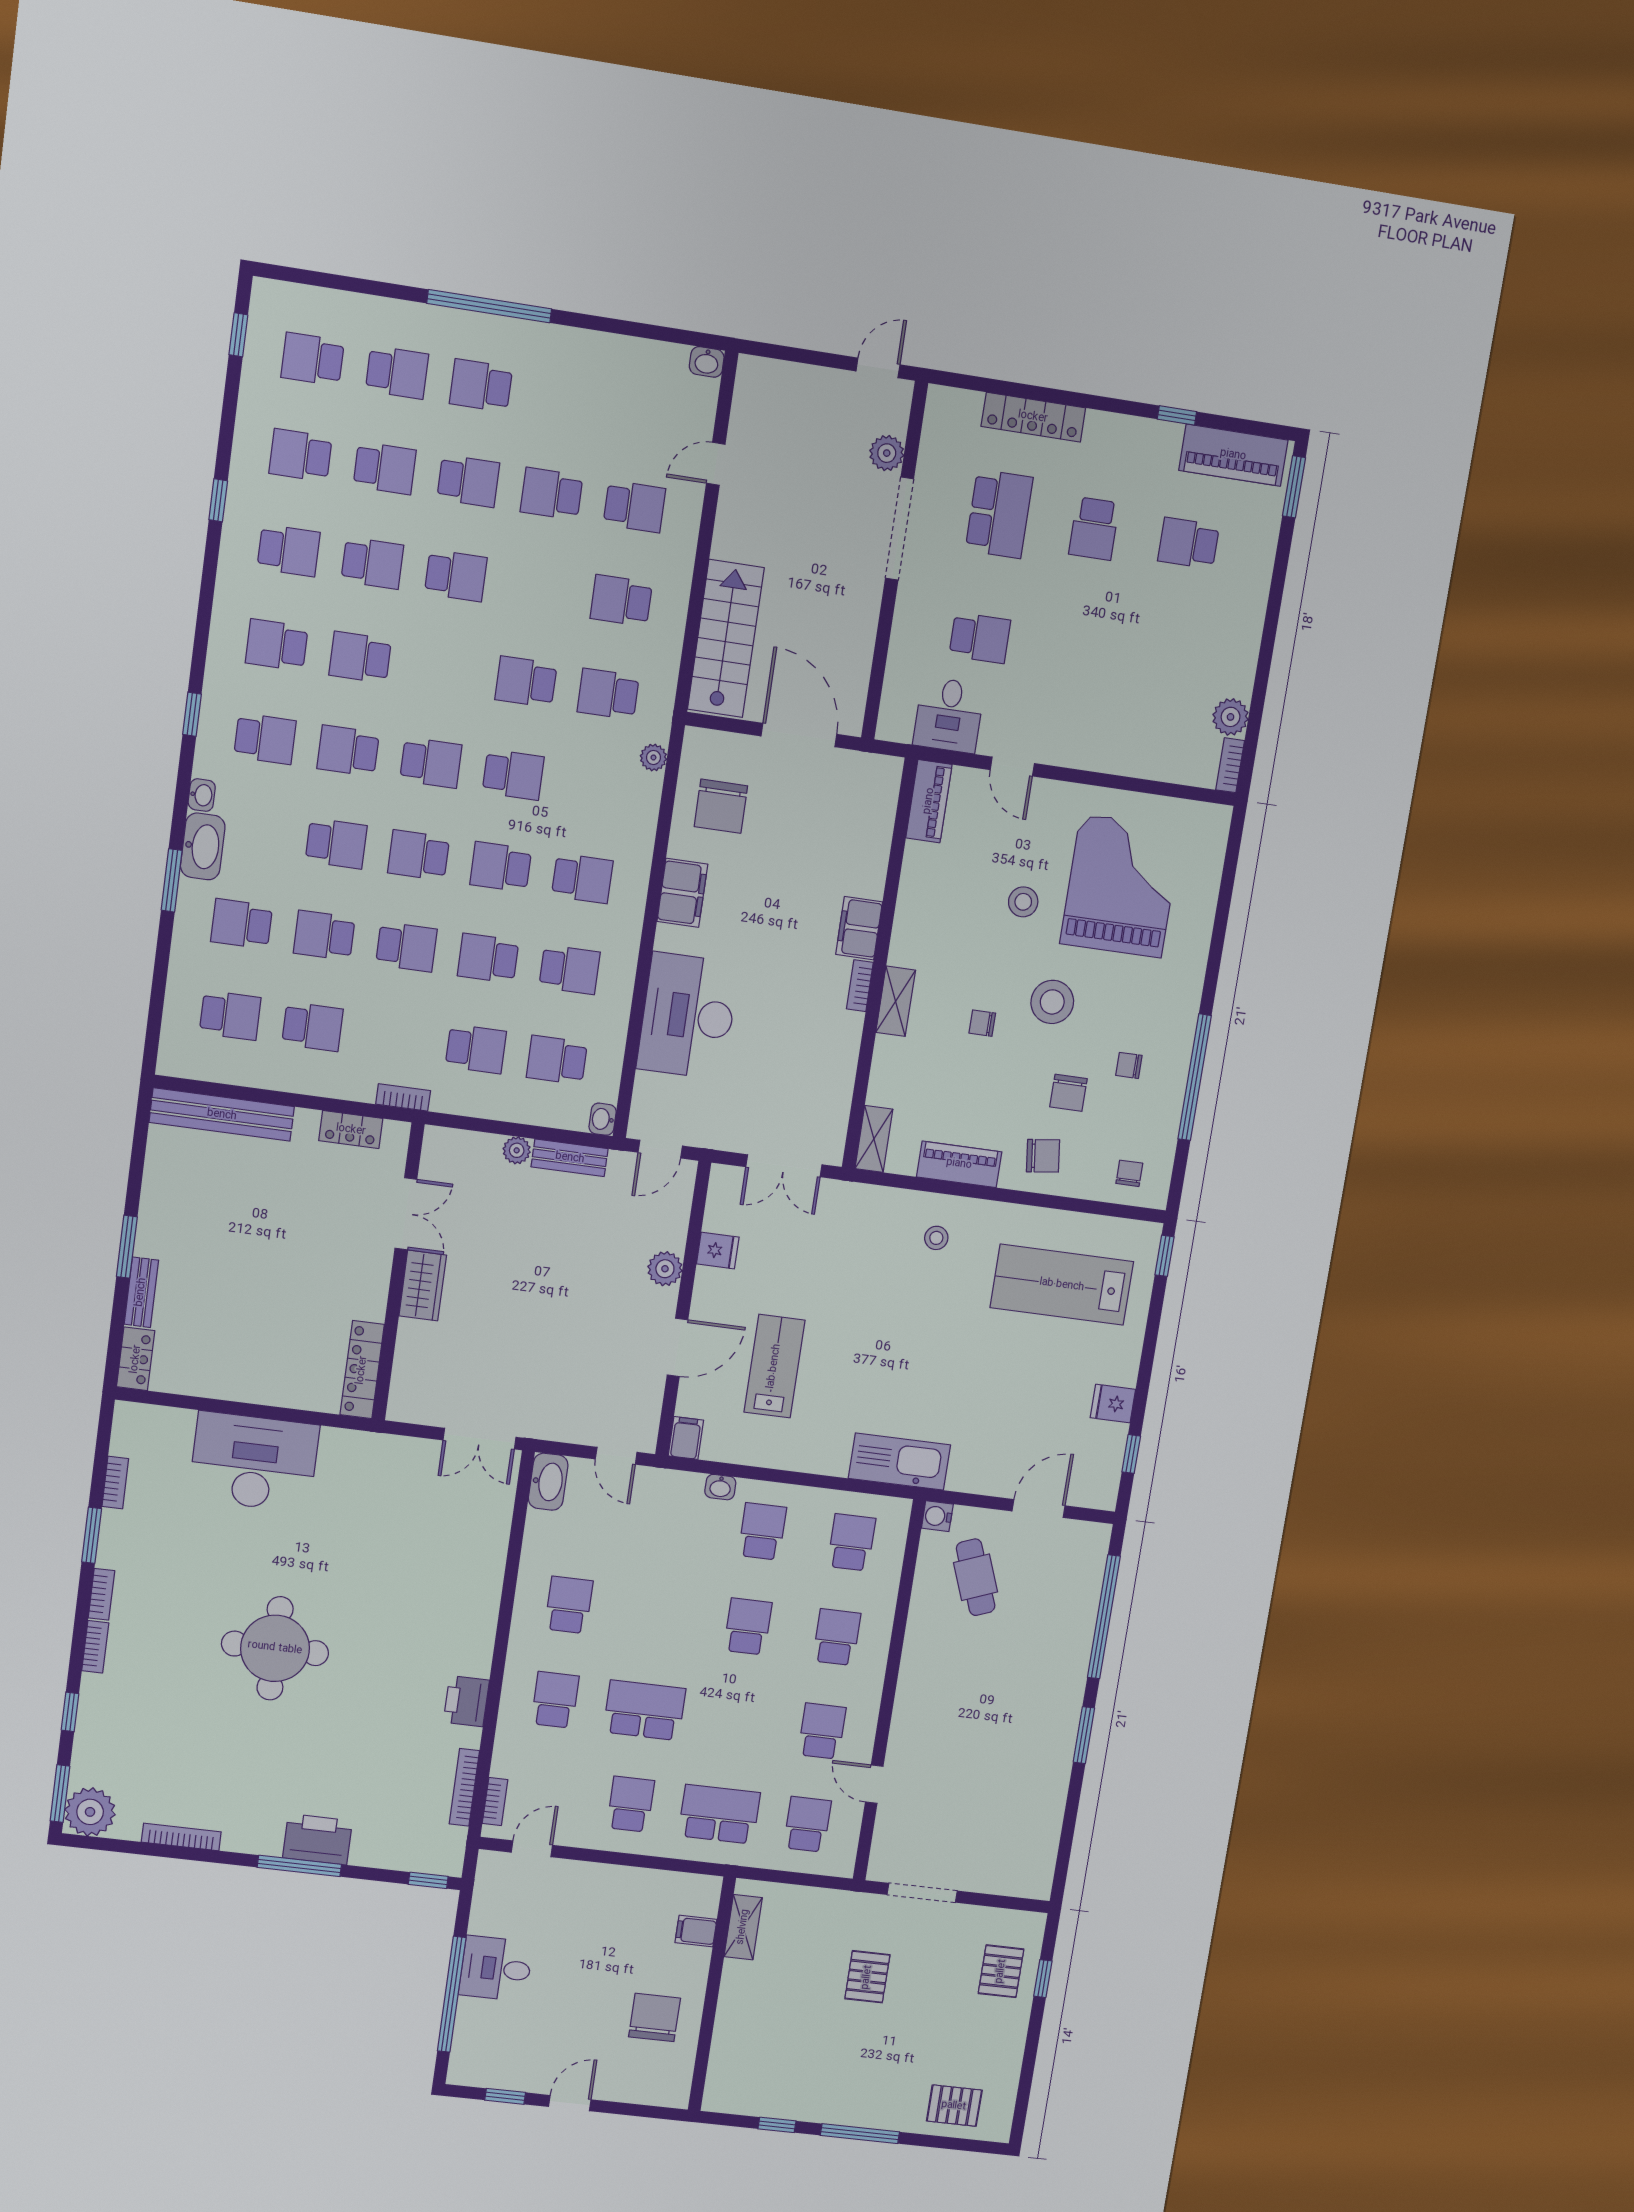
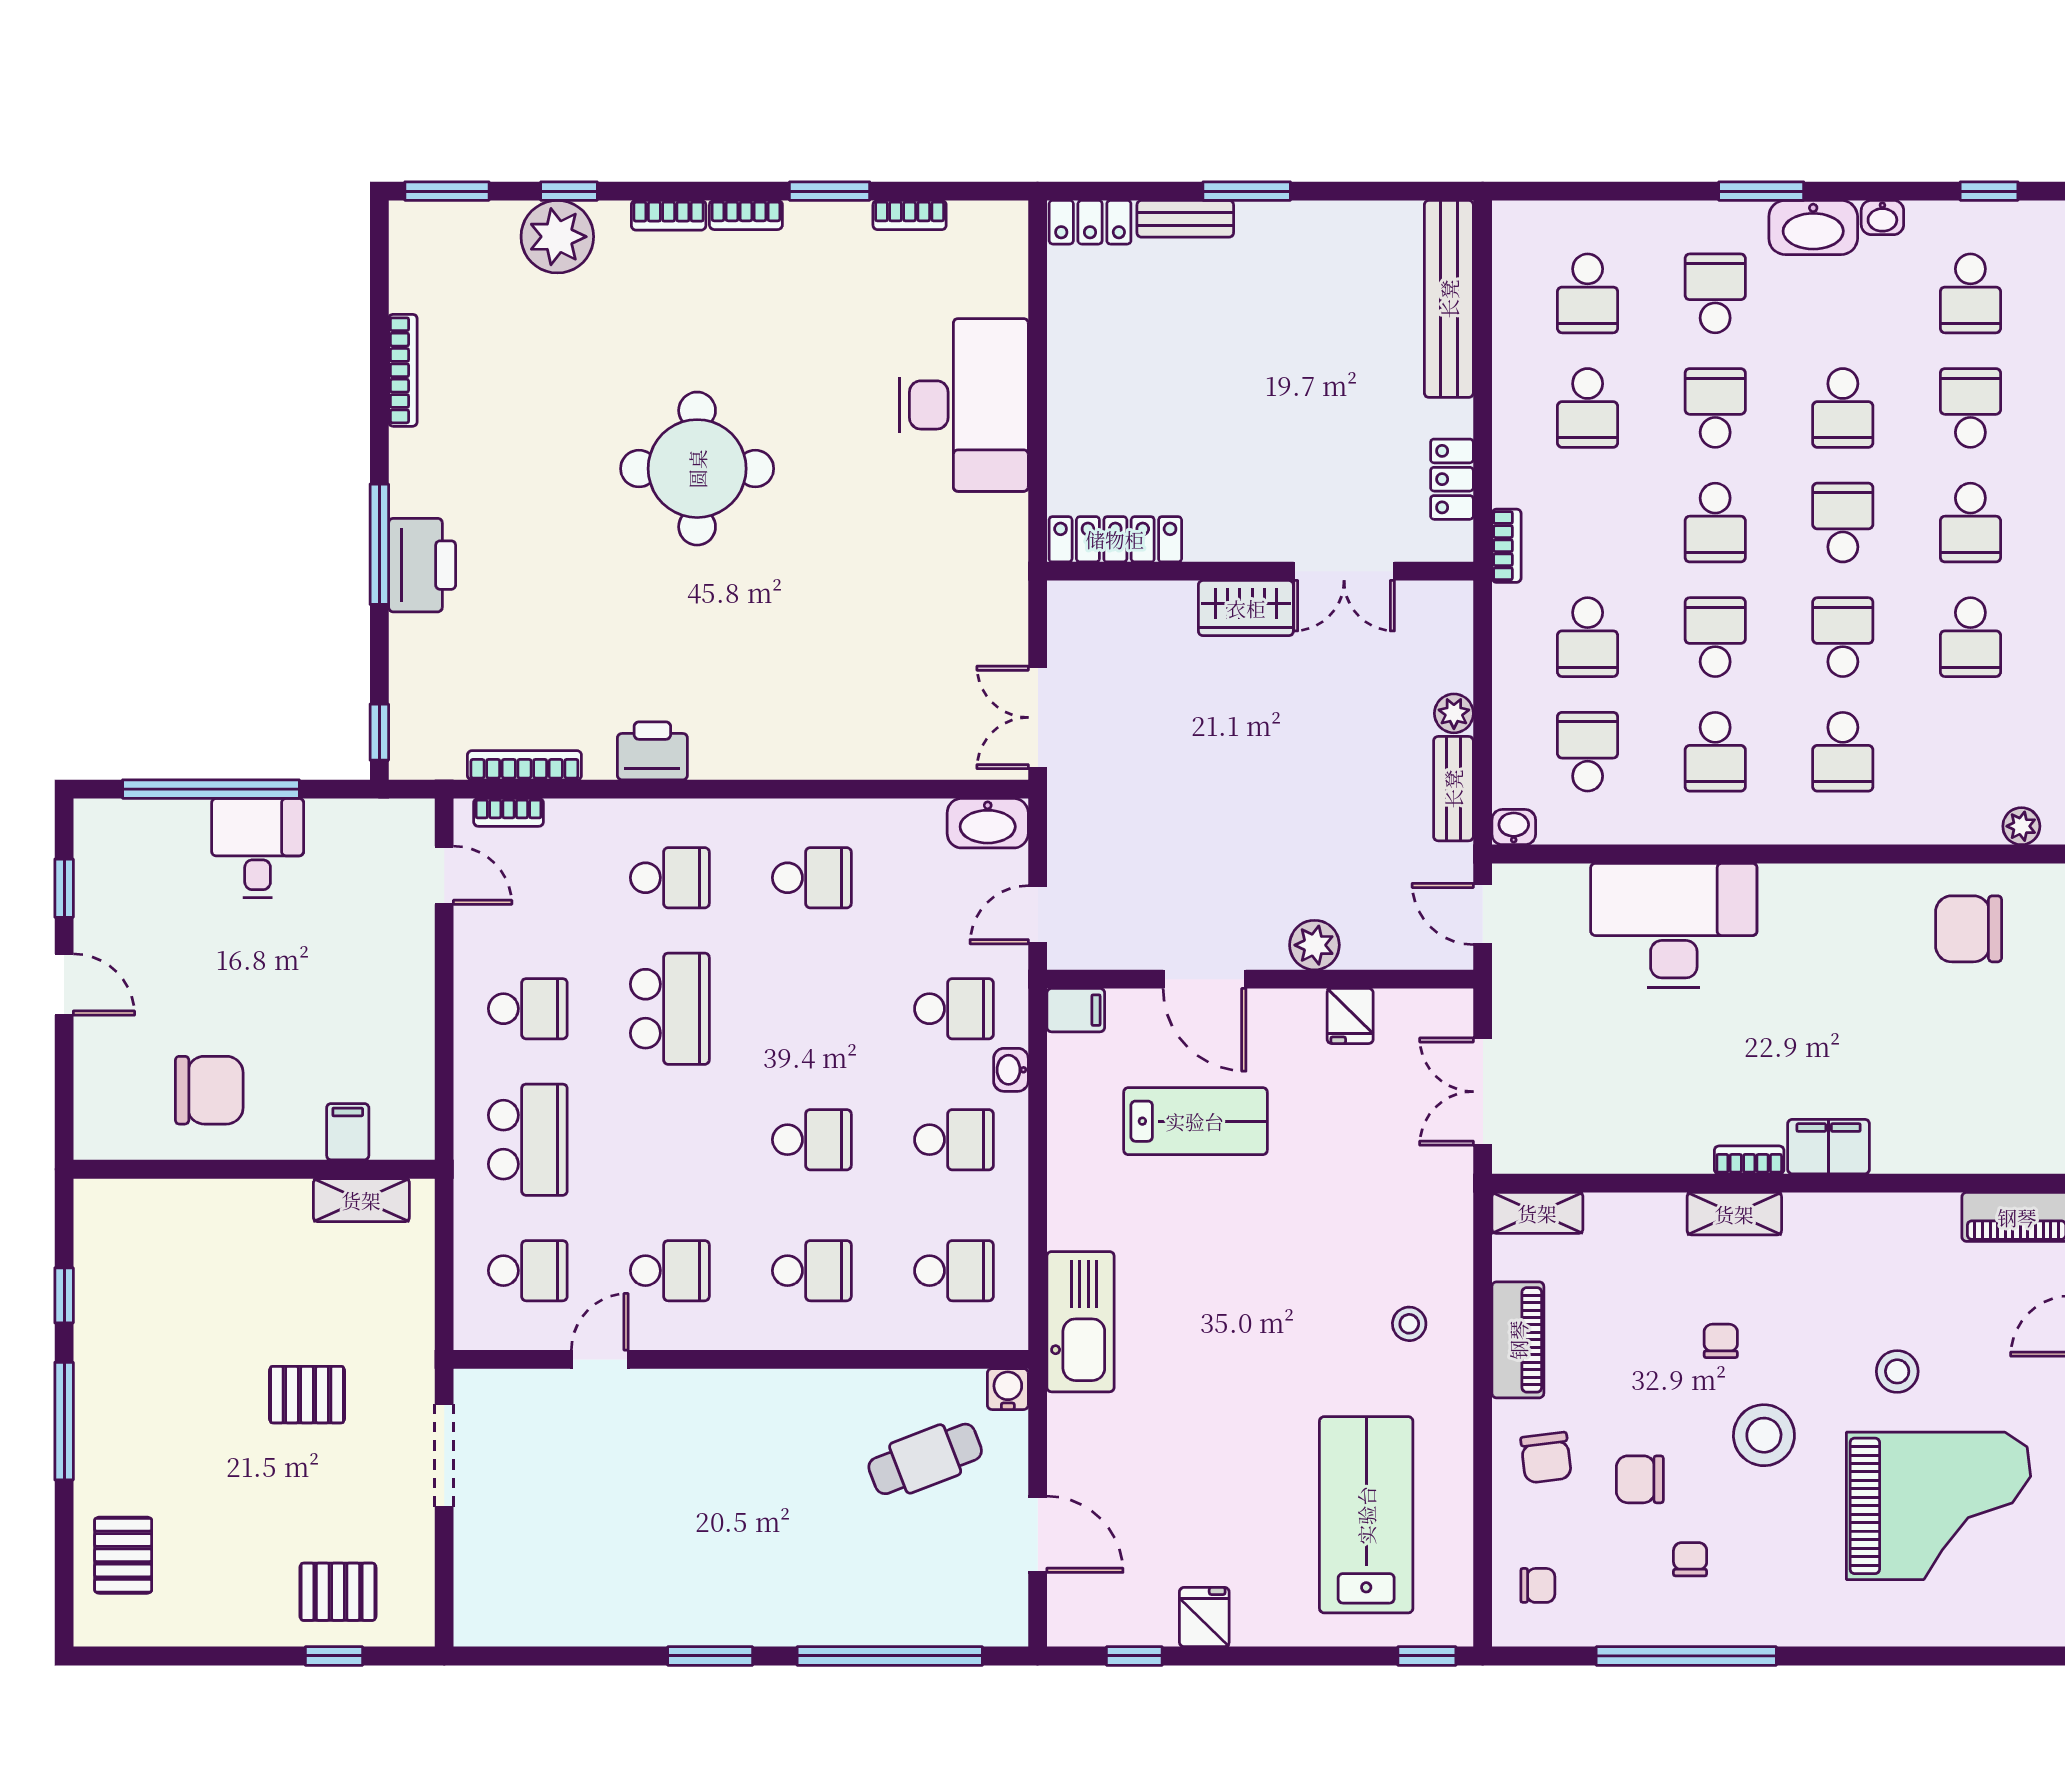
filing cabinet: (682, 893) -> (1843, 893), removed
school desk: (673, 1520) -> (954, 1009), added
plant: (90, 1812) -> (557, 237), moved

